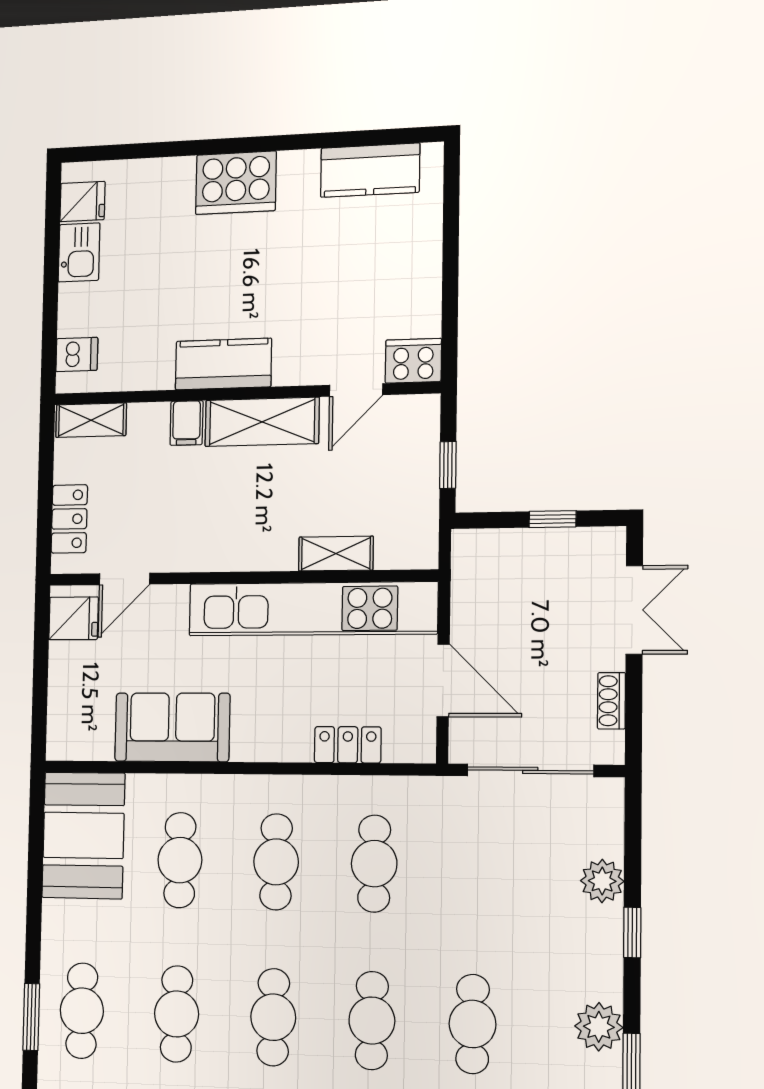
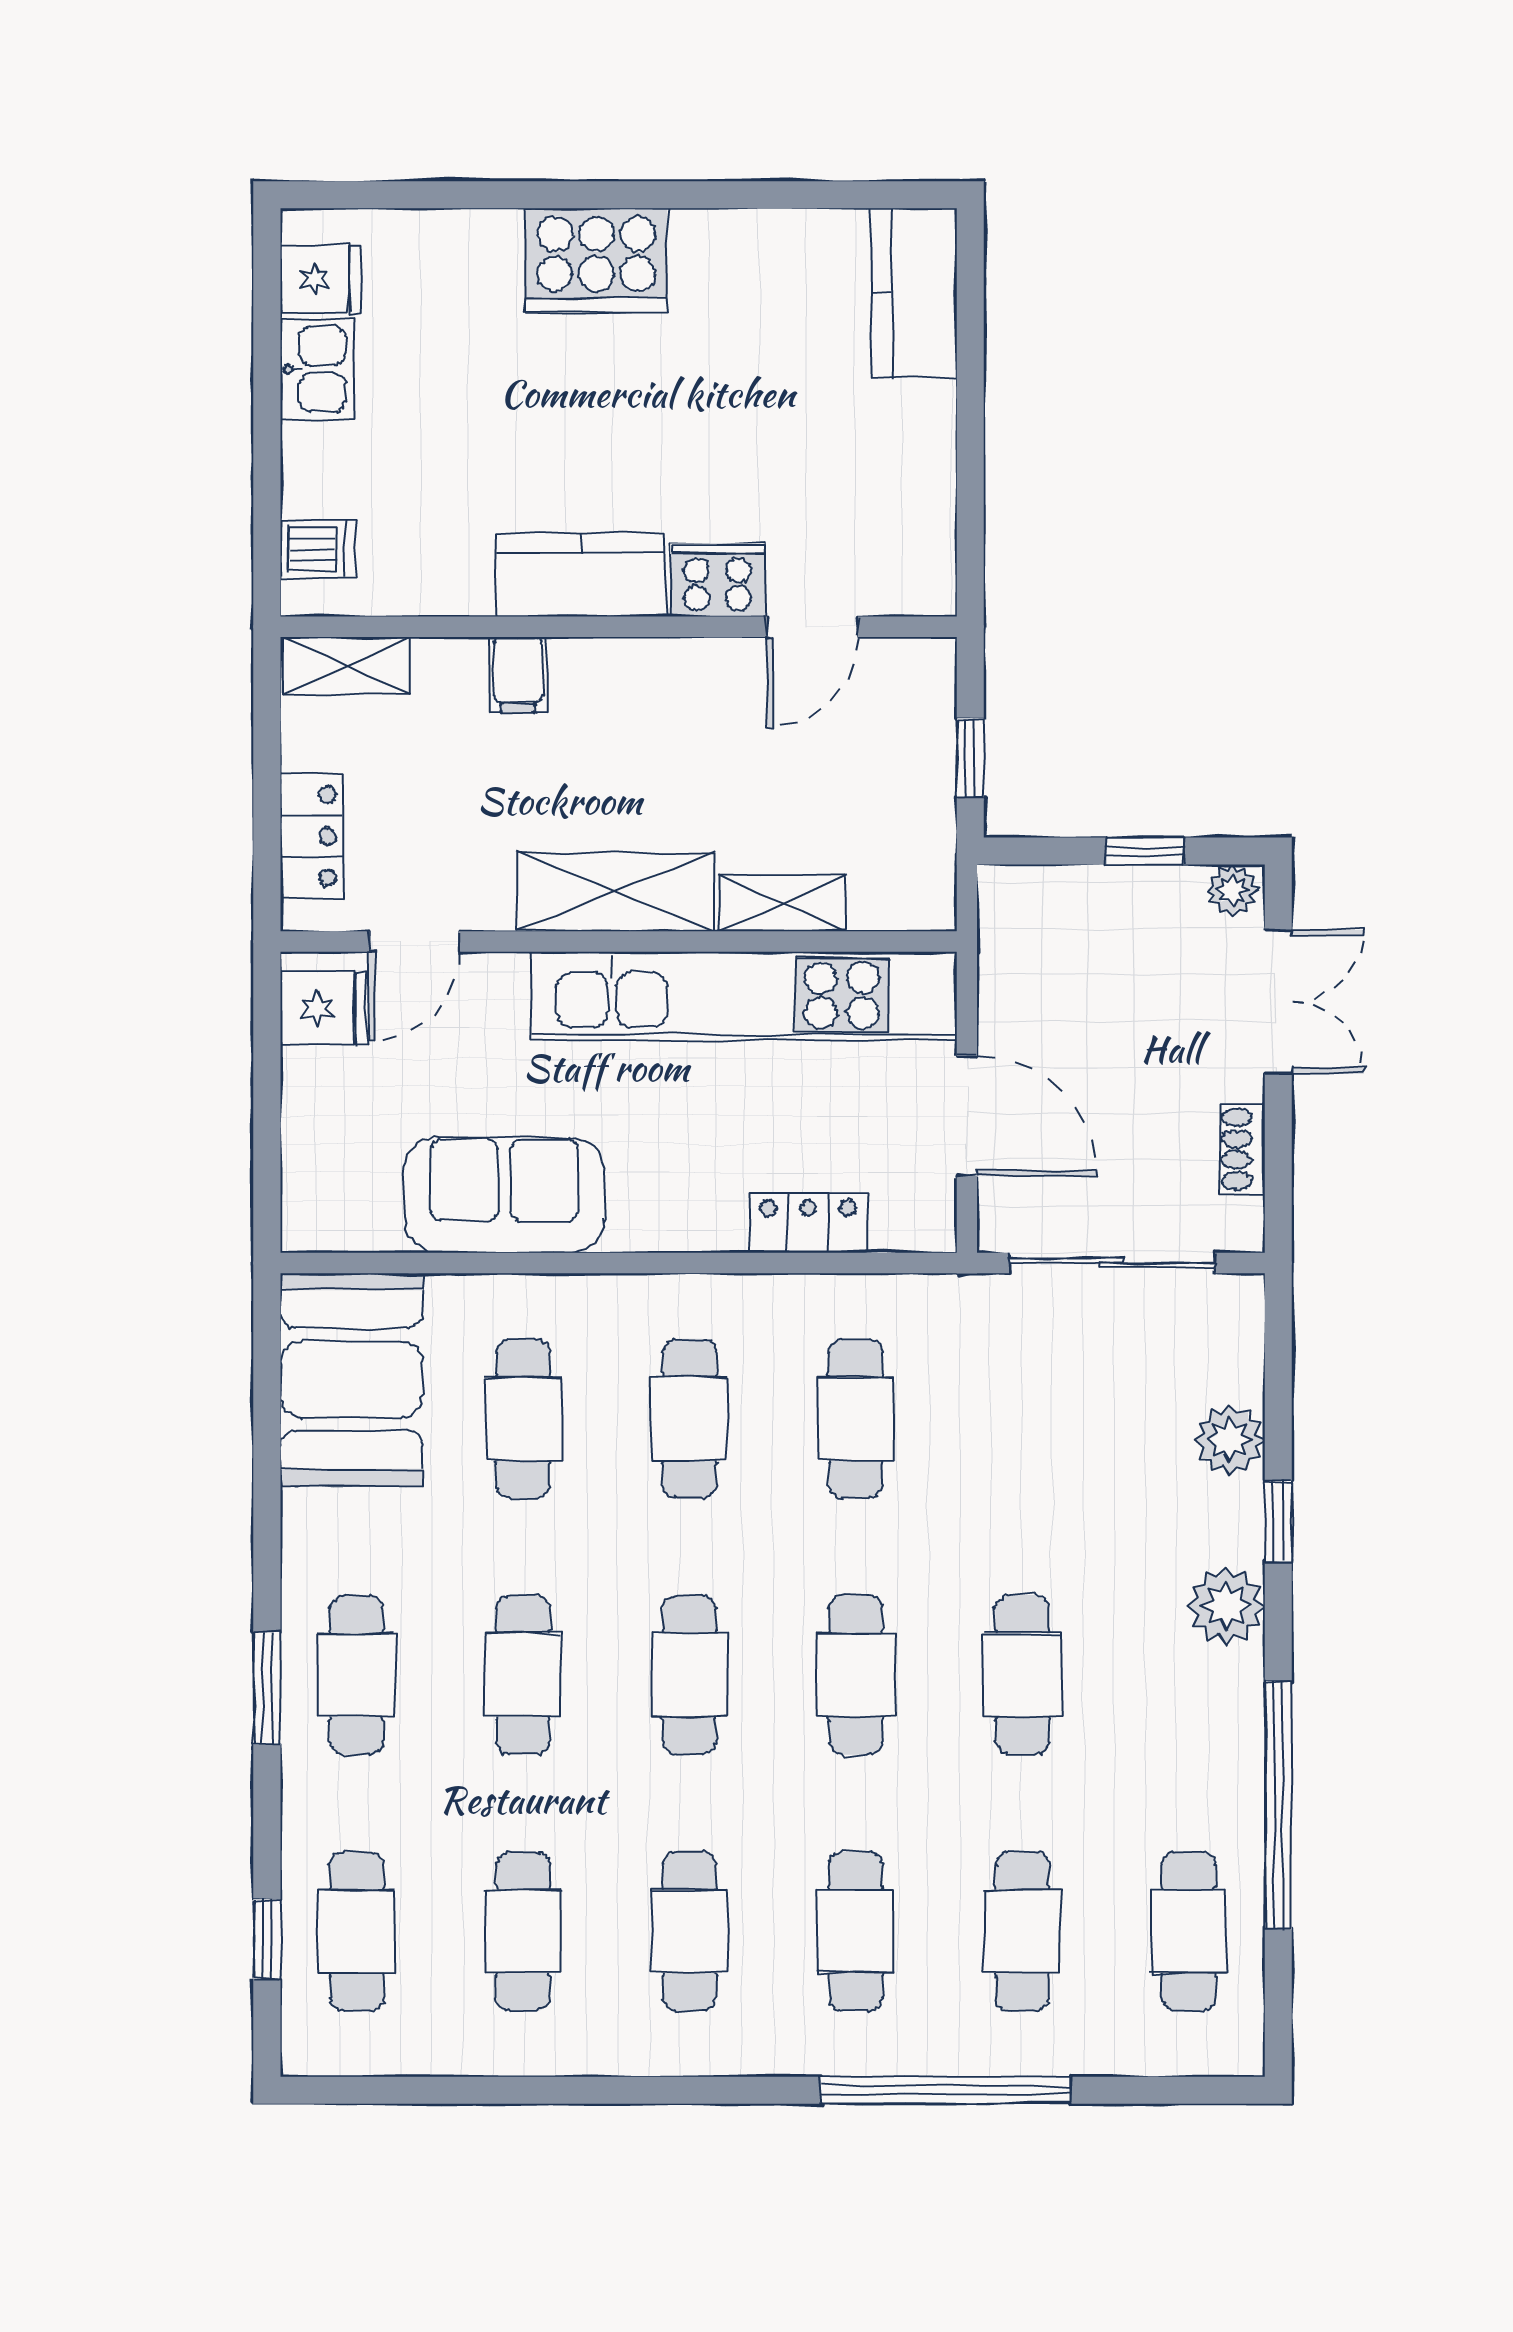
kitchen counter: (370, 170) -> (914, 293), moved, turned 90
cooker: (413, 361) -> (718, 580), moved
shelving: (262, 422) -> (615, 892), moved
plant: (606, 542) -> (1233, 890), added
plant: (599, 1027) -> (1226, 1606), moved

